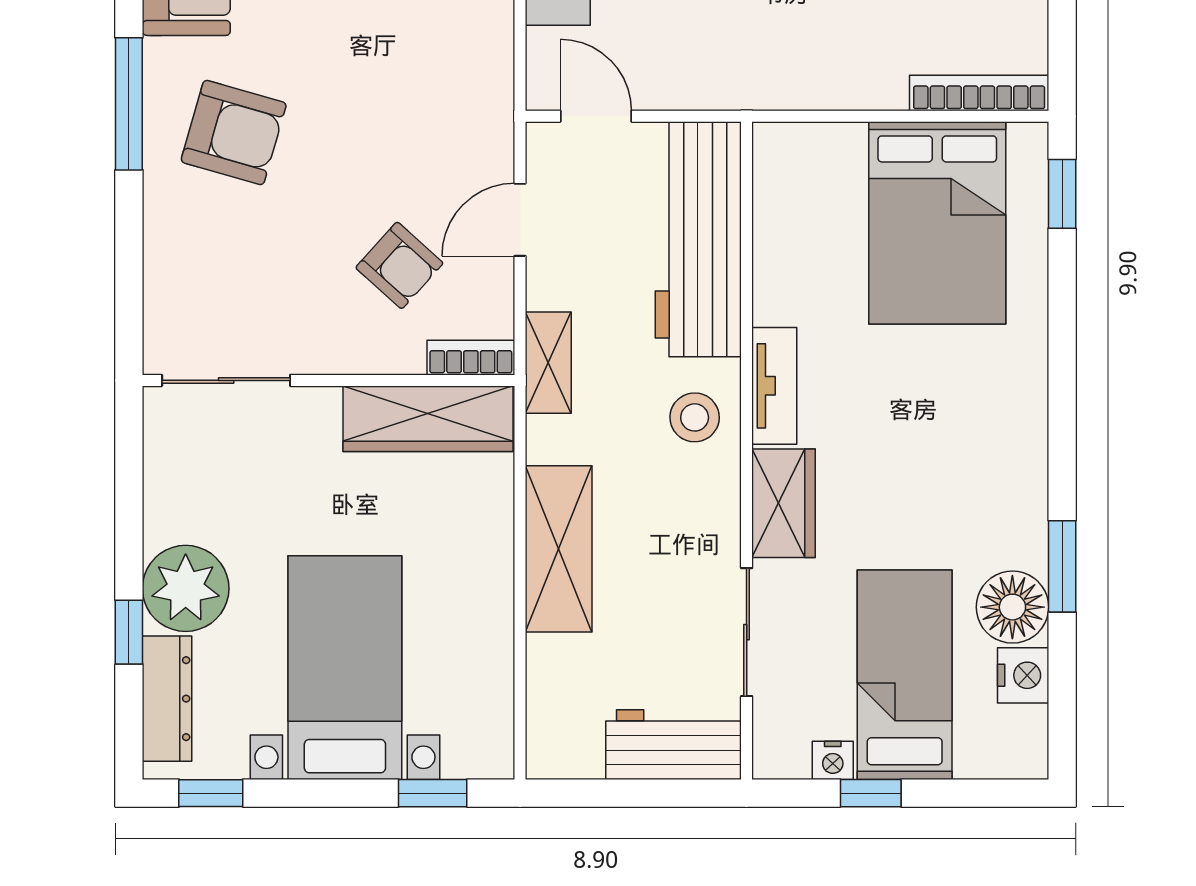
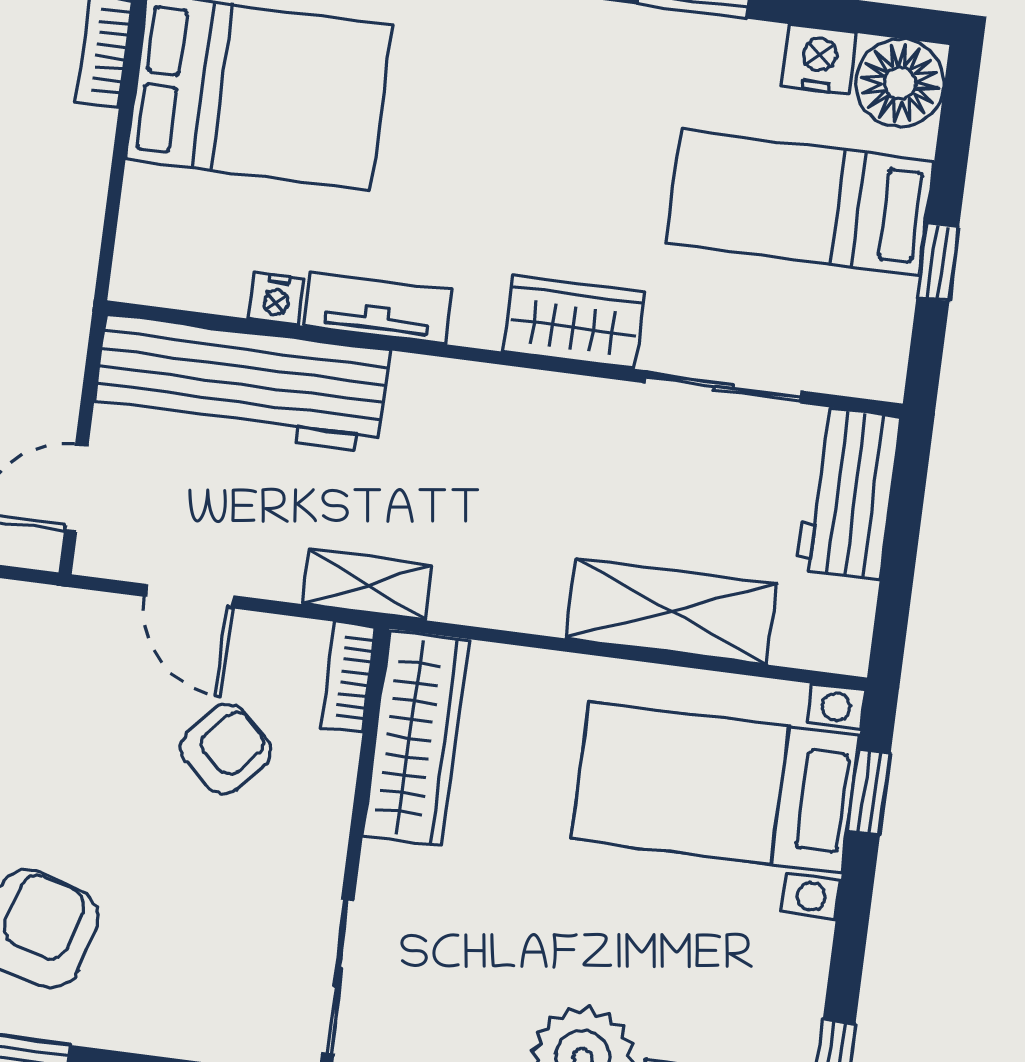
tv unit: (774, 386) -> (378, 308), moved
stool: (695, 417) -> (456, 416), removed
shelving: (559, 549) -> (671, 611), moved
floor lamp: (1012, 607) -> (900, 83), moved
bed with nightstands: (345, 668) -> (715, 787), moved
nightstand: (833, 760) -> (277, 299), moved, turned 90

